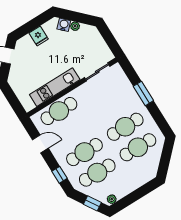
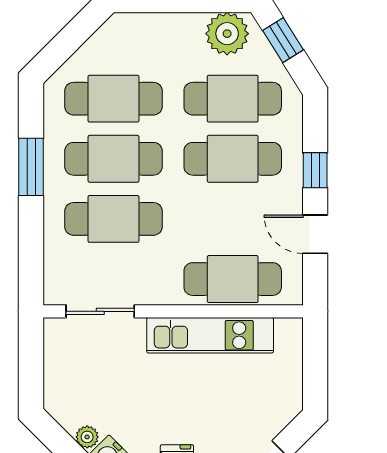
window: (143, 93) -> (31, 167), moved
cafe table: (112, 106) -> (113, 219), added
window: (60, 175) -> (315, 170), moved
plant: (112, 199) -> (227, 34), width x1.88, depth x1.88

